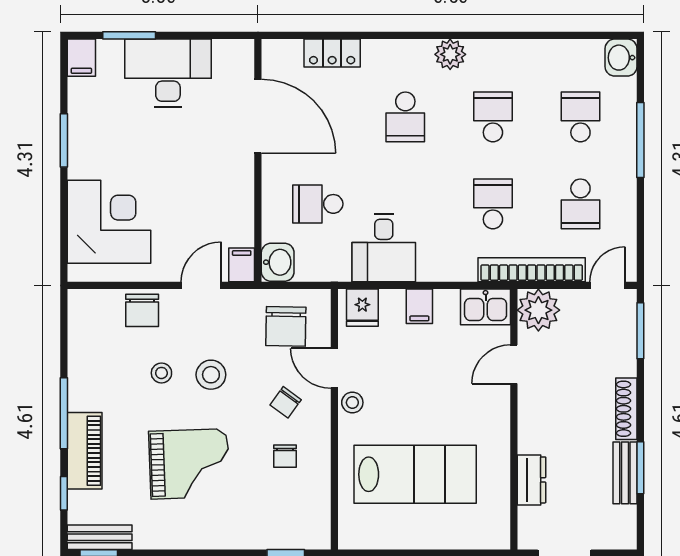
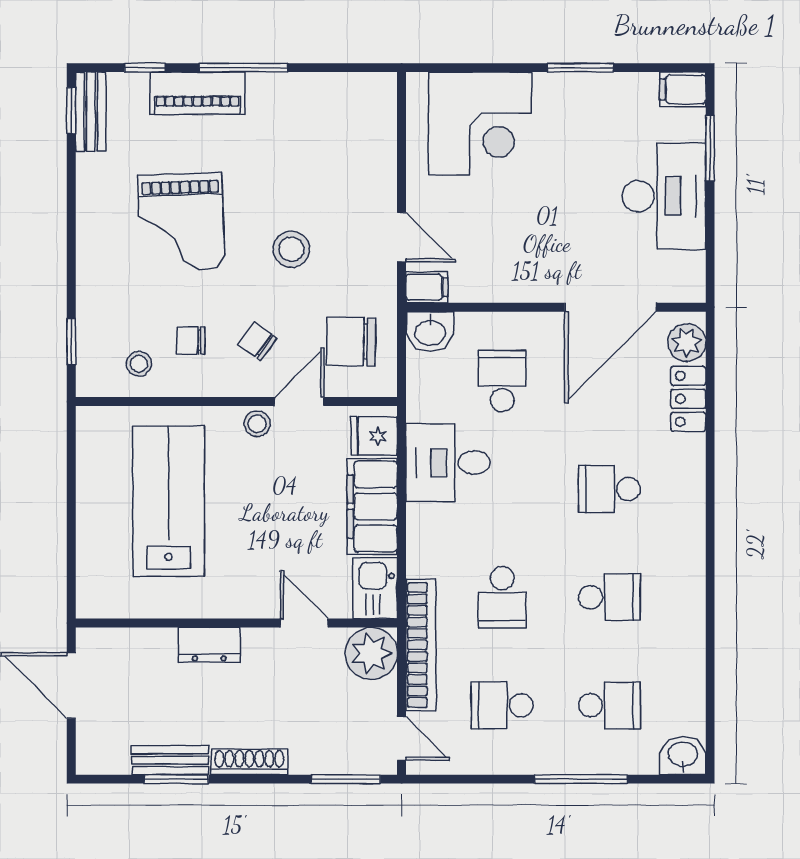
plant: (450, 54) -> (687, 342), moved
school desk: (493, 204) -> (502, 597), turned 90
filing cabinet: (419, 306) -> (372, 506), width x3.00, depth x1.17
chair: (142, 310) -> (371, 164), removed
stool: (161, 373) -> (139, 364), moved
lab bench: (415, 474) -> (168, 501), turned 180
dresser: (531, 480) -> (209, 645), moved

